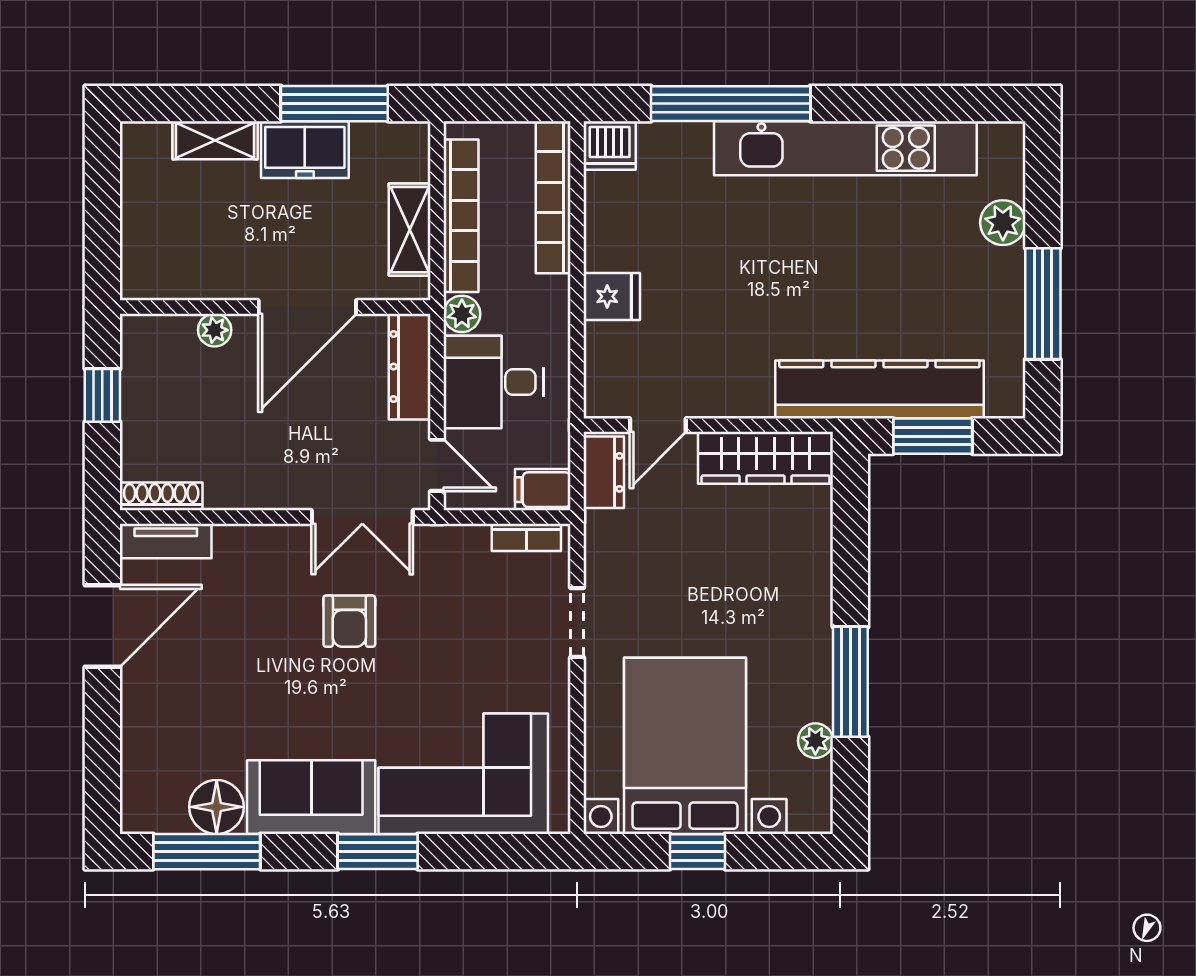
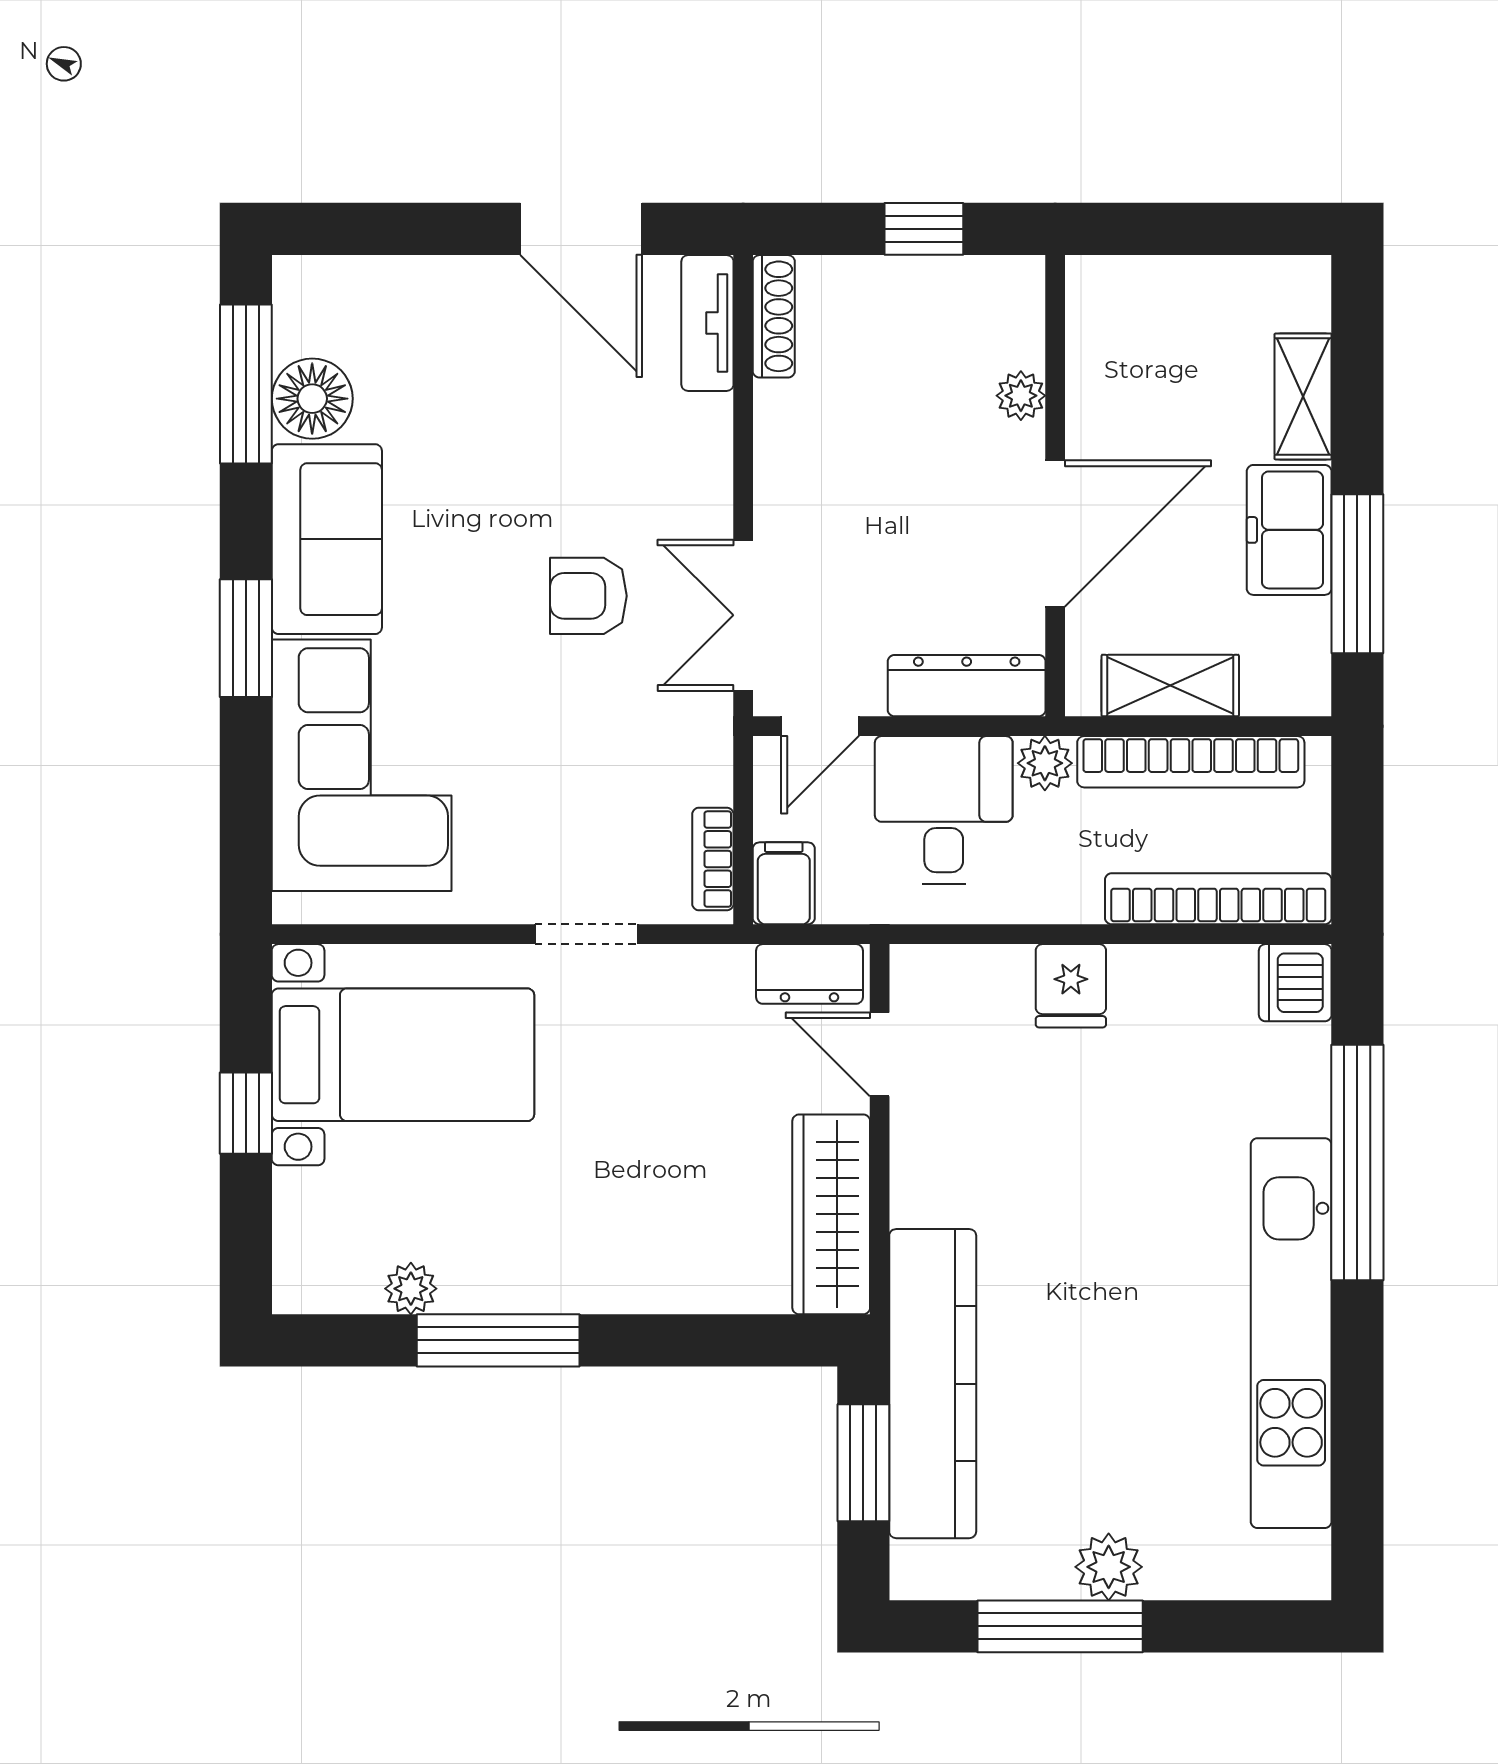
plant: (1003, 223) -> (1109, 1567), moved
door: (307, 307) -> (1055, 534), swing flipped
bed with nightstands: (685, 746) -> (403, 1055), width x0.73

